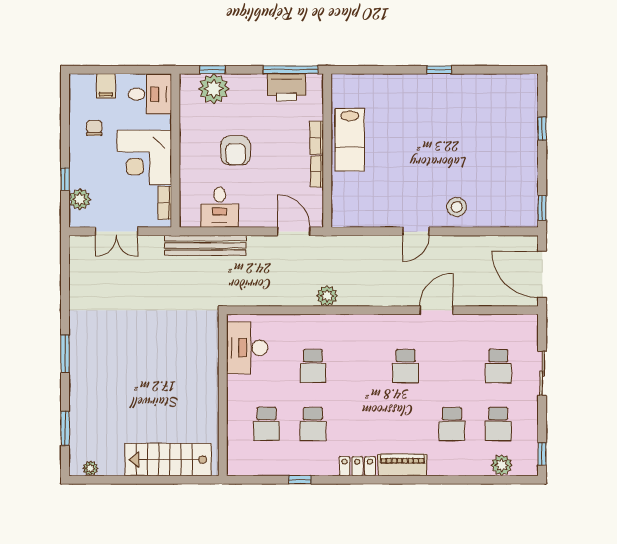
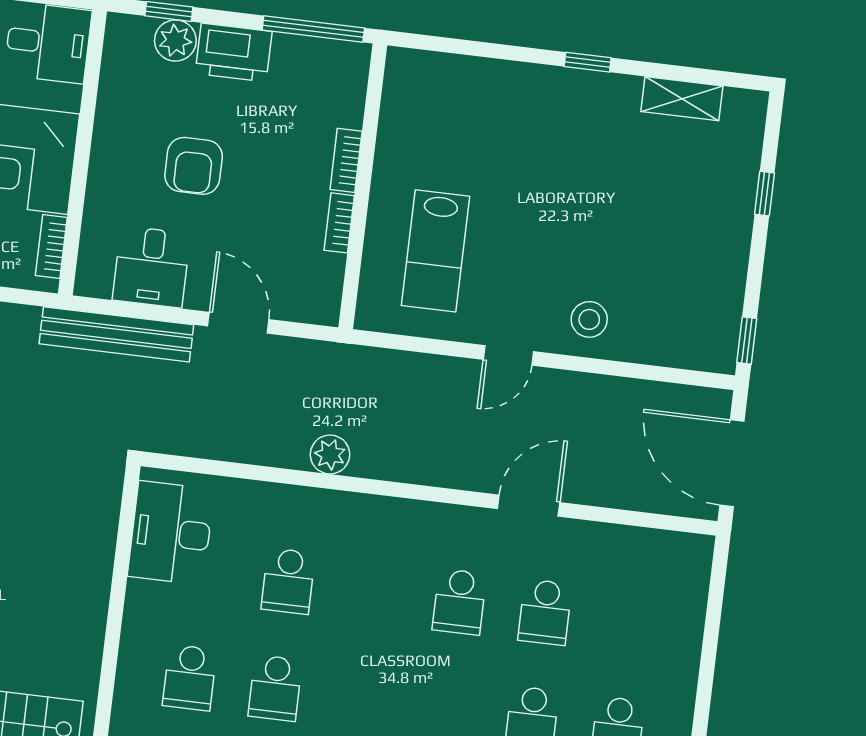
shelving: (492, 83) -> (682, 99), added
printer: (287, 87) -> (234, 52), moved
plant: (214, 89) -> (175, 40), width x0.73, depth x0.73
lab bench: (350, 140) -> (436, 251), moved
door: (294, 231) -> (238, 323), moved
school desk: (498, 366) -> (545, 612), moved
sliding door: (542, 373) -> (710, 646), removed

